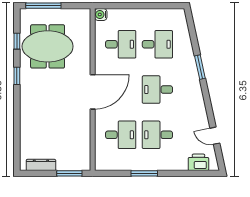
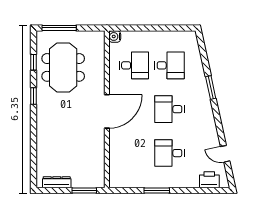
meeting table: (48, 46) -> (63, 67), turned 90
desk: (121, 135) -> (134, 153), removed

